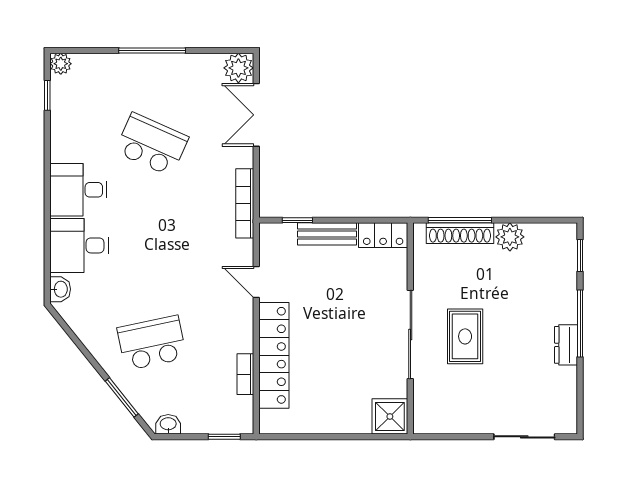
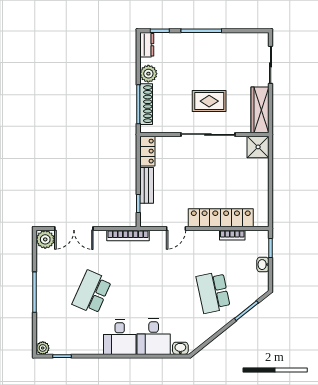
dresser: (566, 345) -> (147, 45), moved, turned -90
wardrobe: (451, 420) -> (260, 110), added
washbasin: (168, 424) -> (263, 265), moved

